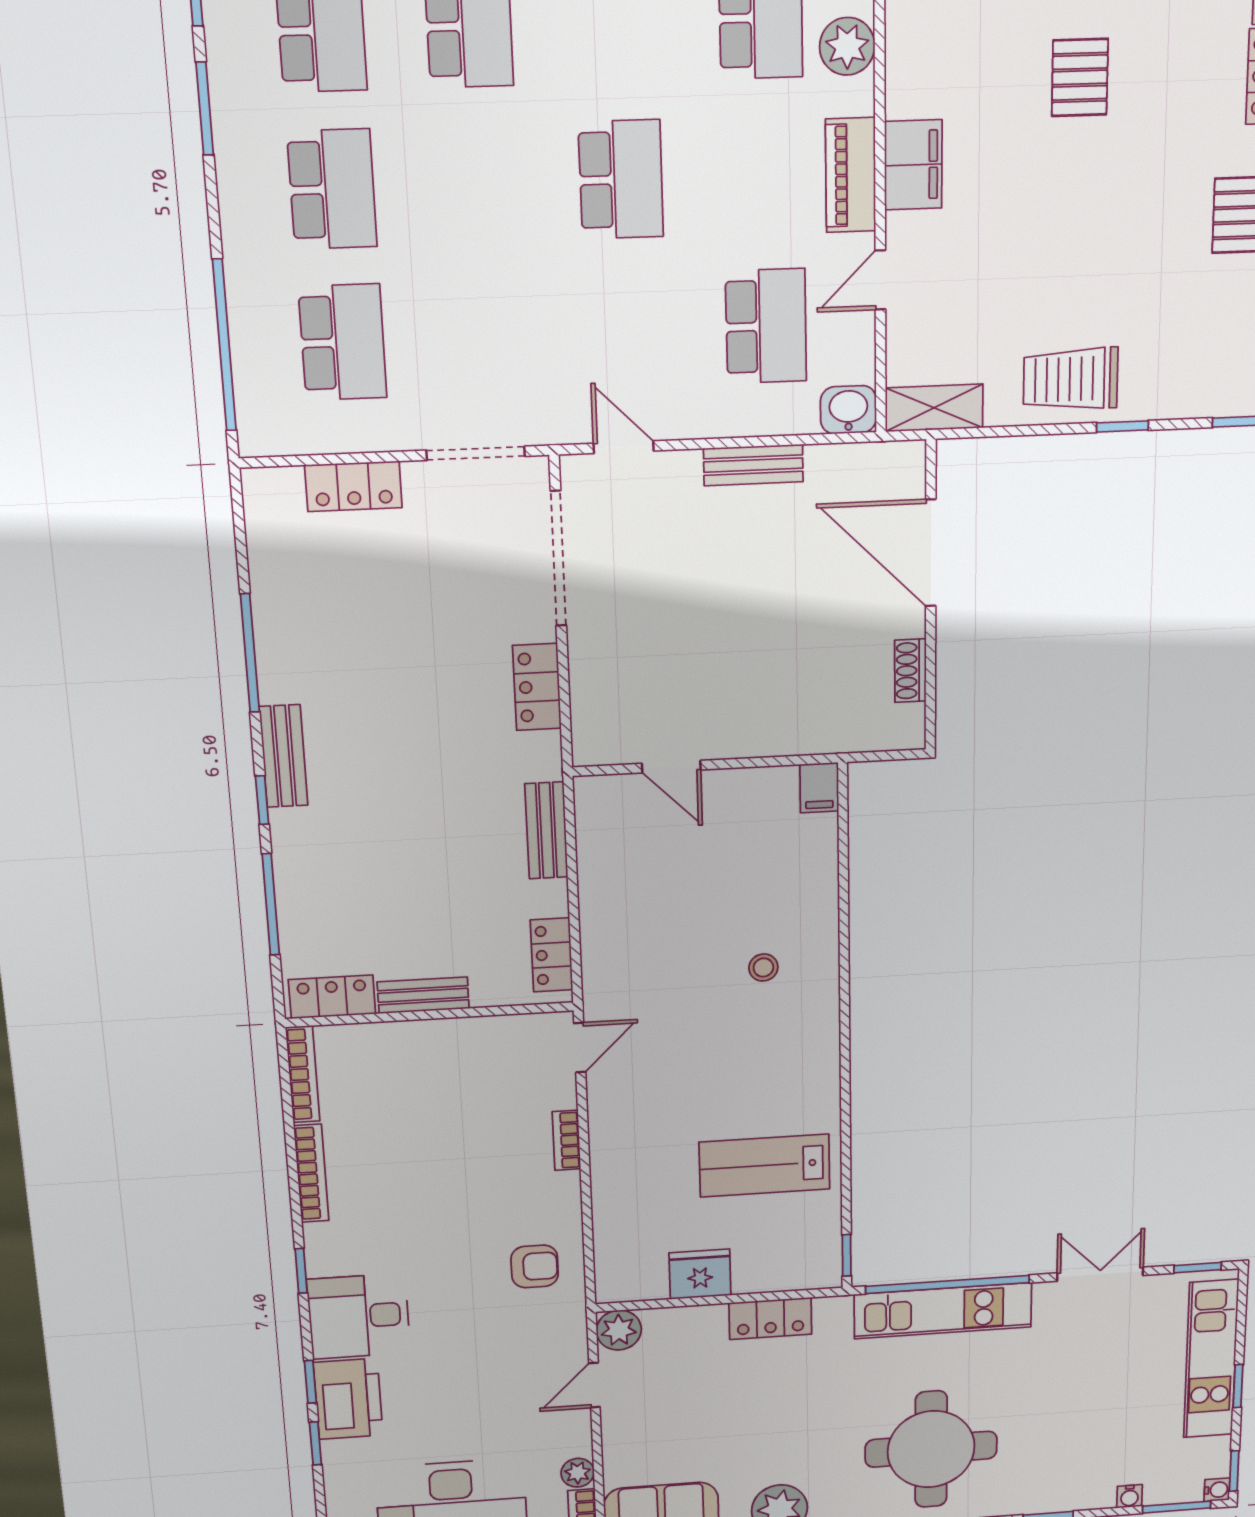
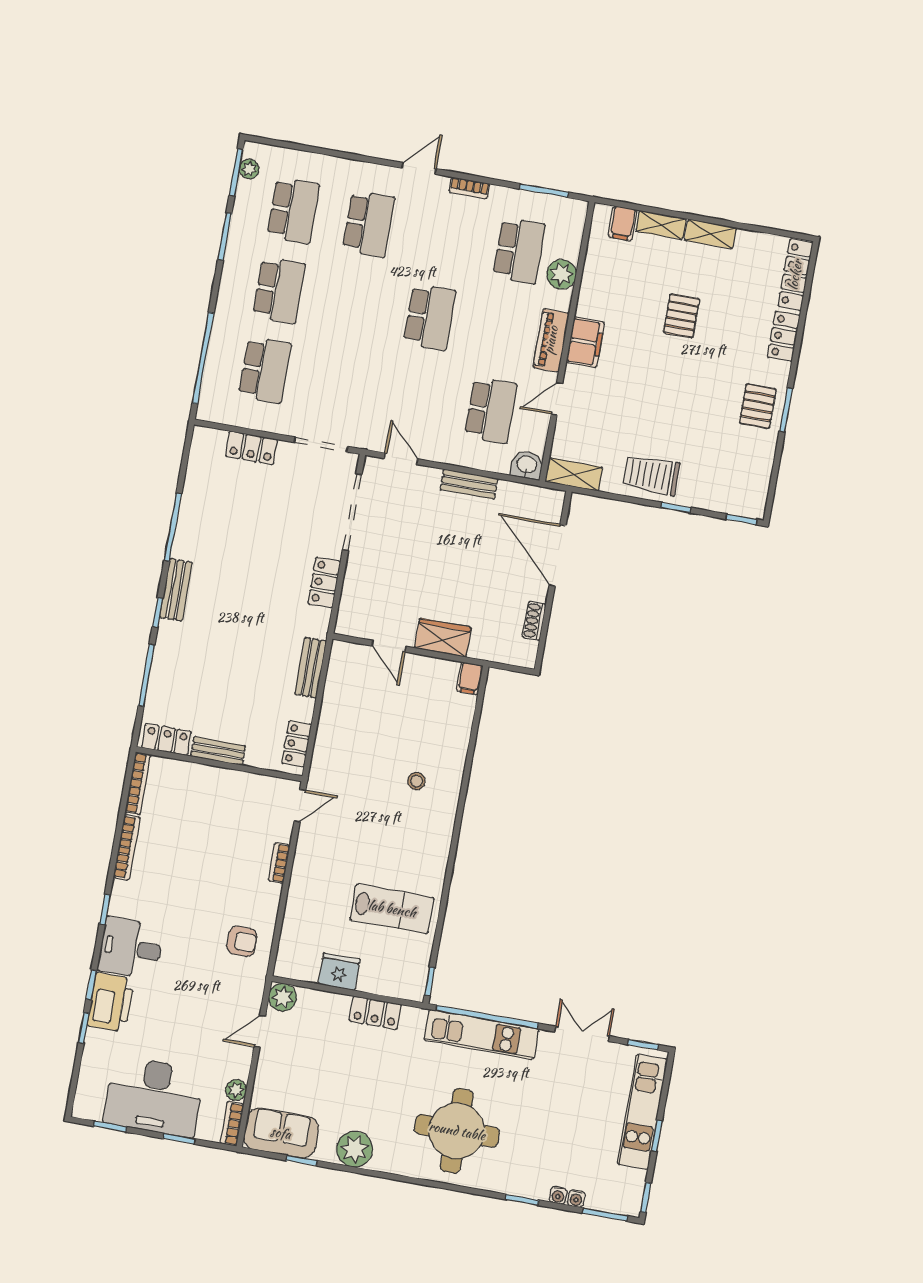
wardrobe: (760, 733) -> (443, 638), added
lab bench: (765, 1166) -> (392, 909), turned 180
water cooler: (1217, 1490) -> (558, 1195), moved, turned 90

